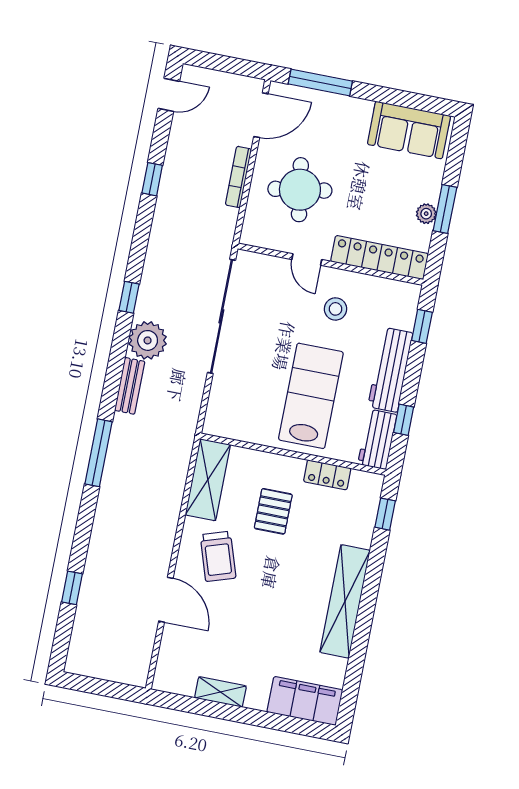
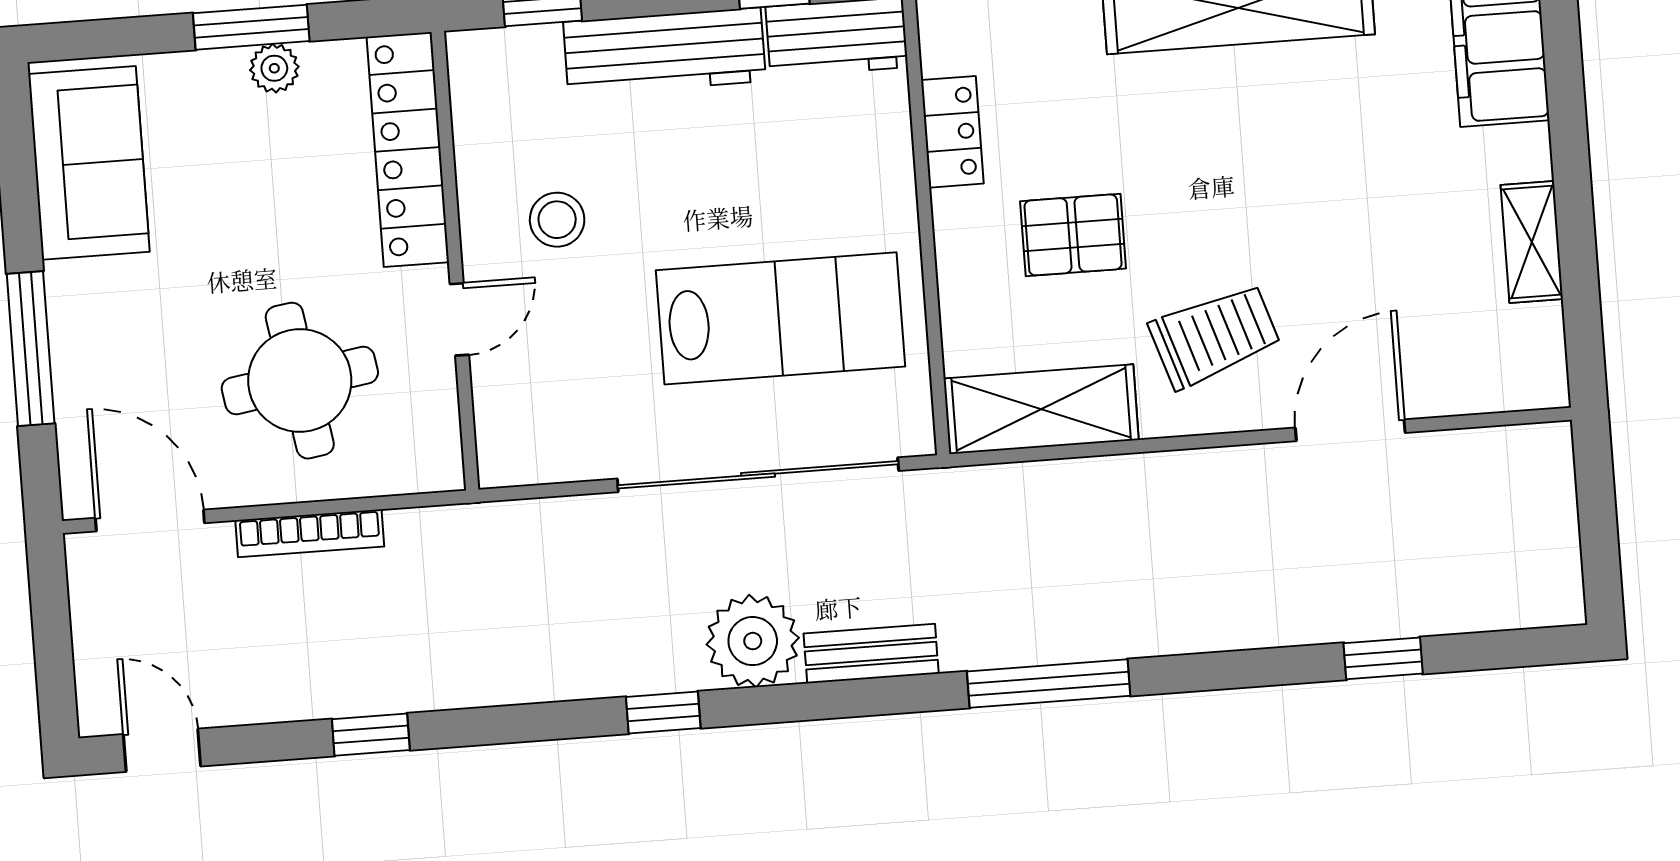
window: (320, 82) -> (31, 349), moved
sliding door: (221, 316) -> (758, 475), moved
lab bench: (311, 396) -> (780, 318), moved, turned 180

